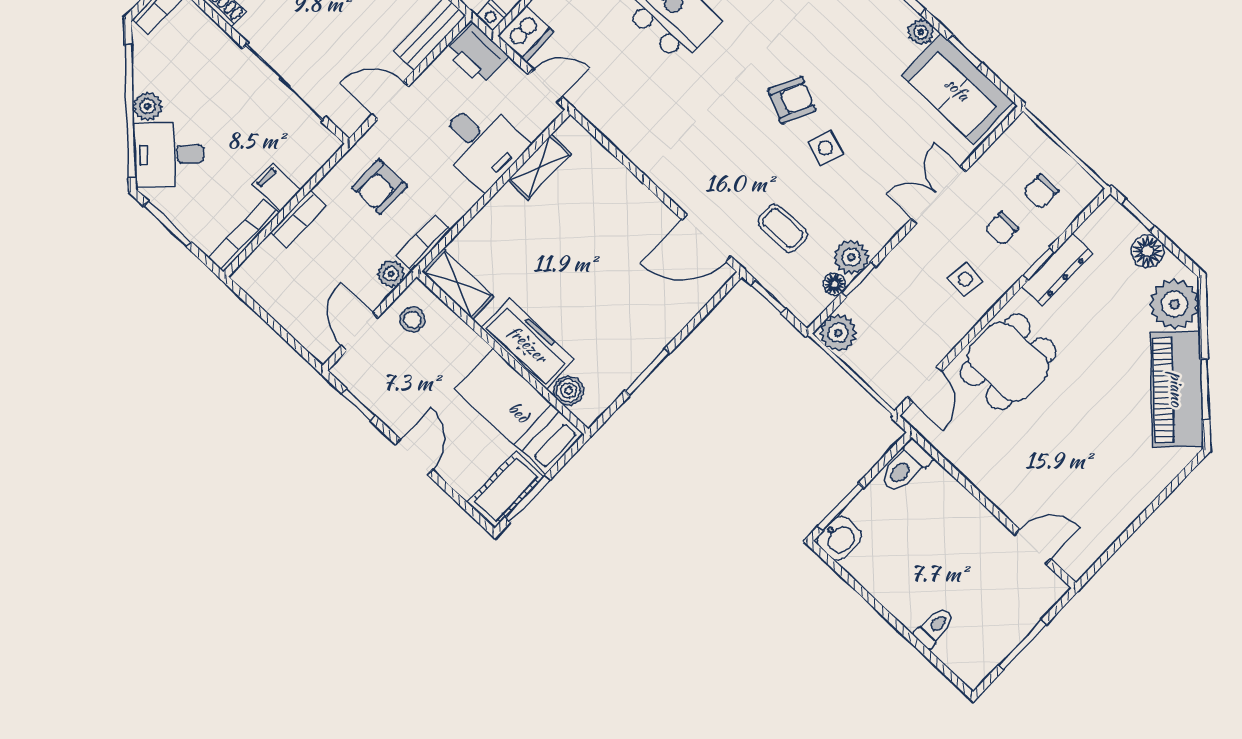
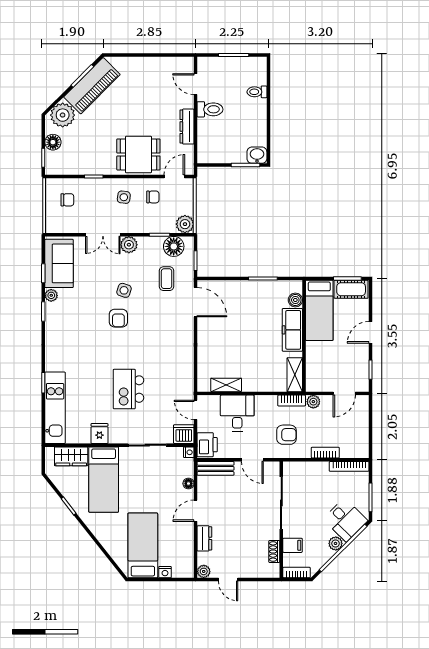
armchair: (792, 100) -> (118, 318), turned -115
filing cabinet: (277, 187) -> (293, 545), moved, turned -90
chair: (1002, 228) -> (153, 197), moved
plant: (851, 257) -> (129, 245), moved
dresser: (1057, 269) -> (187, 127), moved, turned -90
floor lamp: (835, 284) -> (174, 246), width x1.89, depth x1.89
stool: (412, 319) -> (322, 379), removed
toilet: (905, 467) -> (210, 109), moved

